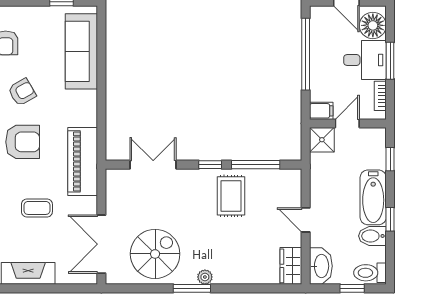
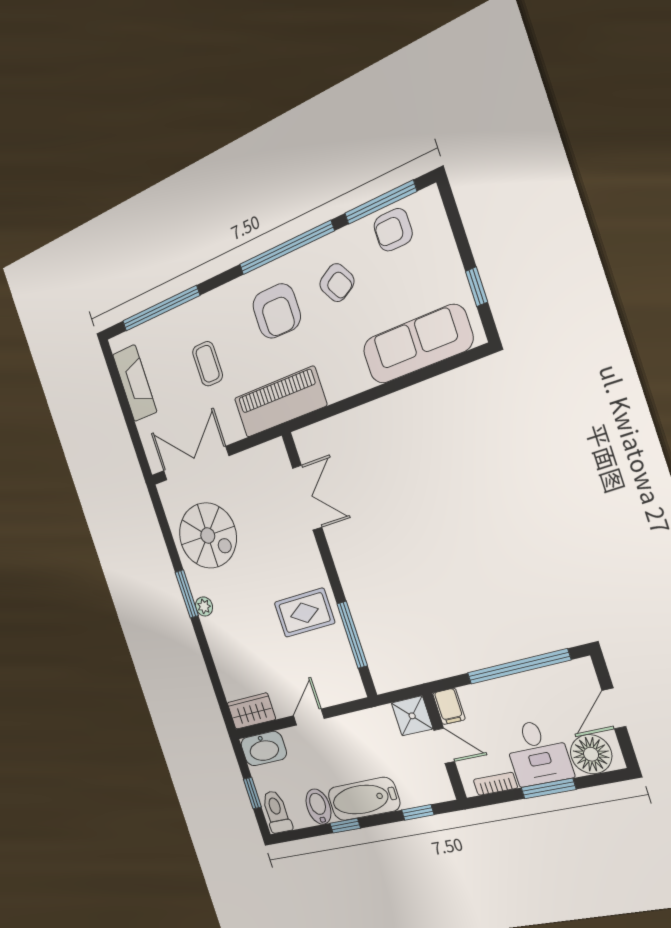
window: (210, 165) -> (332, 574), removed

